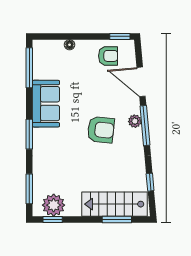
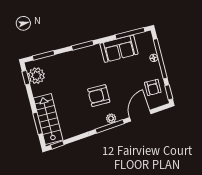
window: (73, 36) -> (160, 59), added
sofa: (46, 104) -> (119, 49), moved
armchair: (101, 130) -> (99, 96), turned 84
window: (150, 182) -> (57, 145), moved

